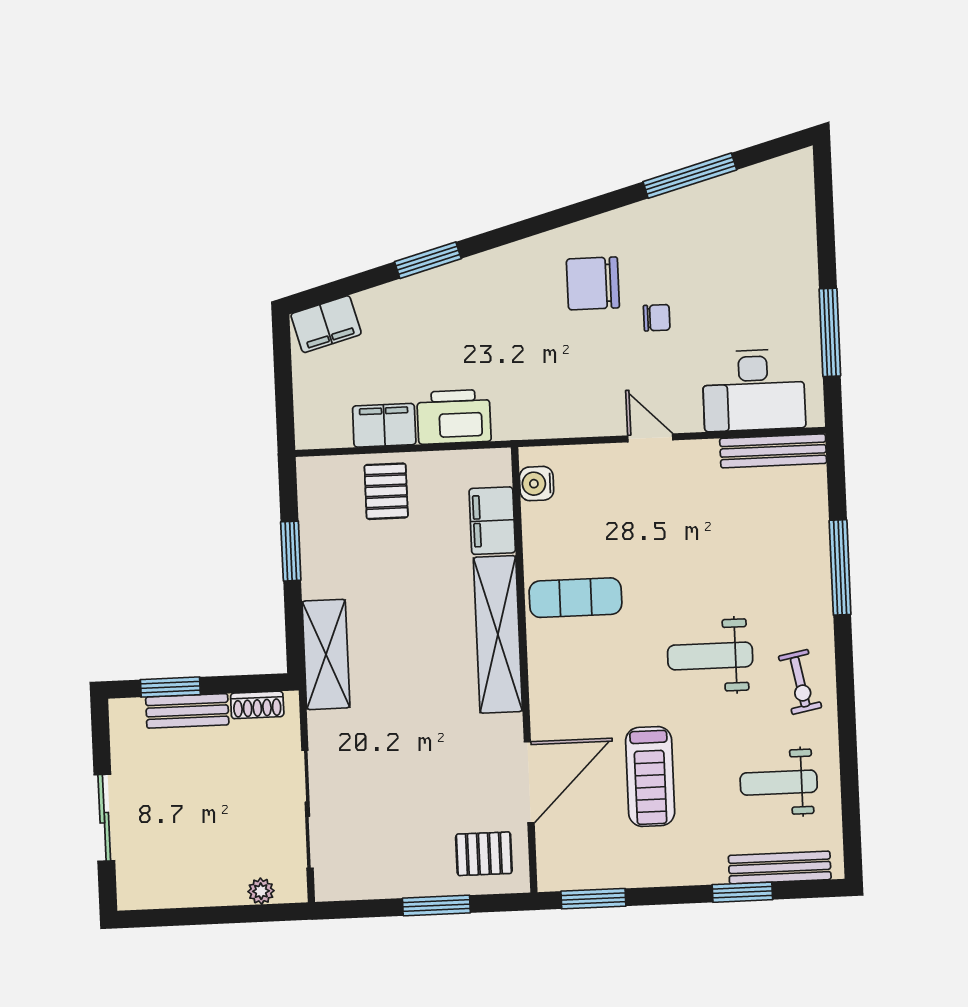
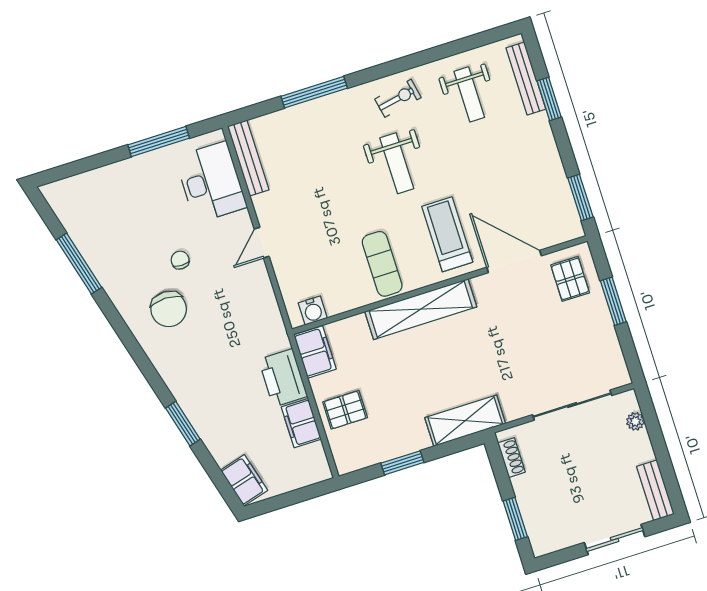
filing cabinet: (492, 521) -> (315, 352), moved, turned -90
bench: (187, 711) -> (655, 490), moved
treadmill: (650, 776) -> (447, 234), moved, turned -90

